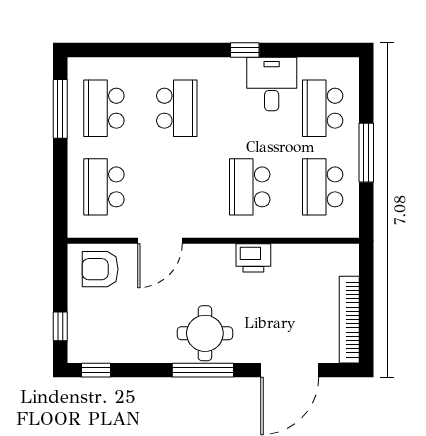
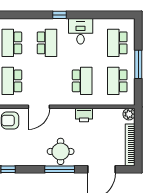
window: (245, 50) -> (60, 15), moved
desk: (272, 84) -> (81, 31), moved
school desk: (250, 187) -> (82, 81), turned 180
plant: (347, 256) -> (129, 114), added

